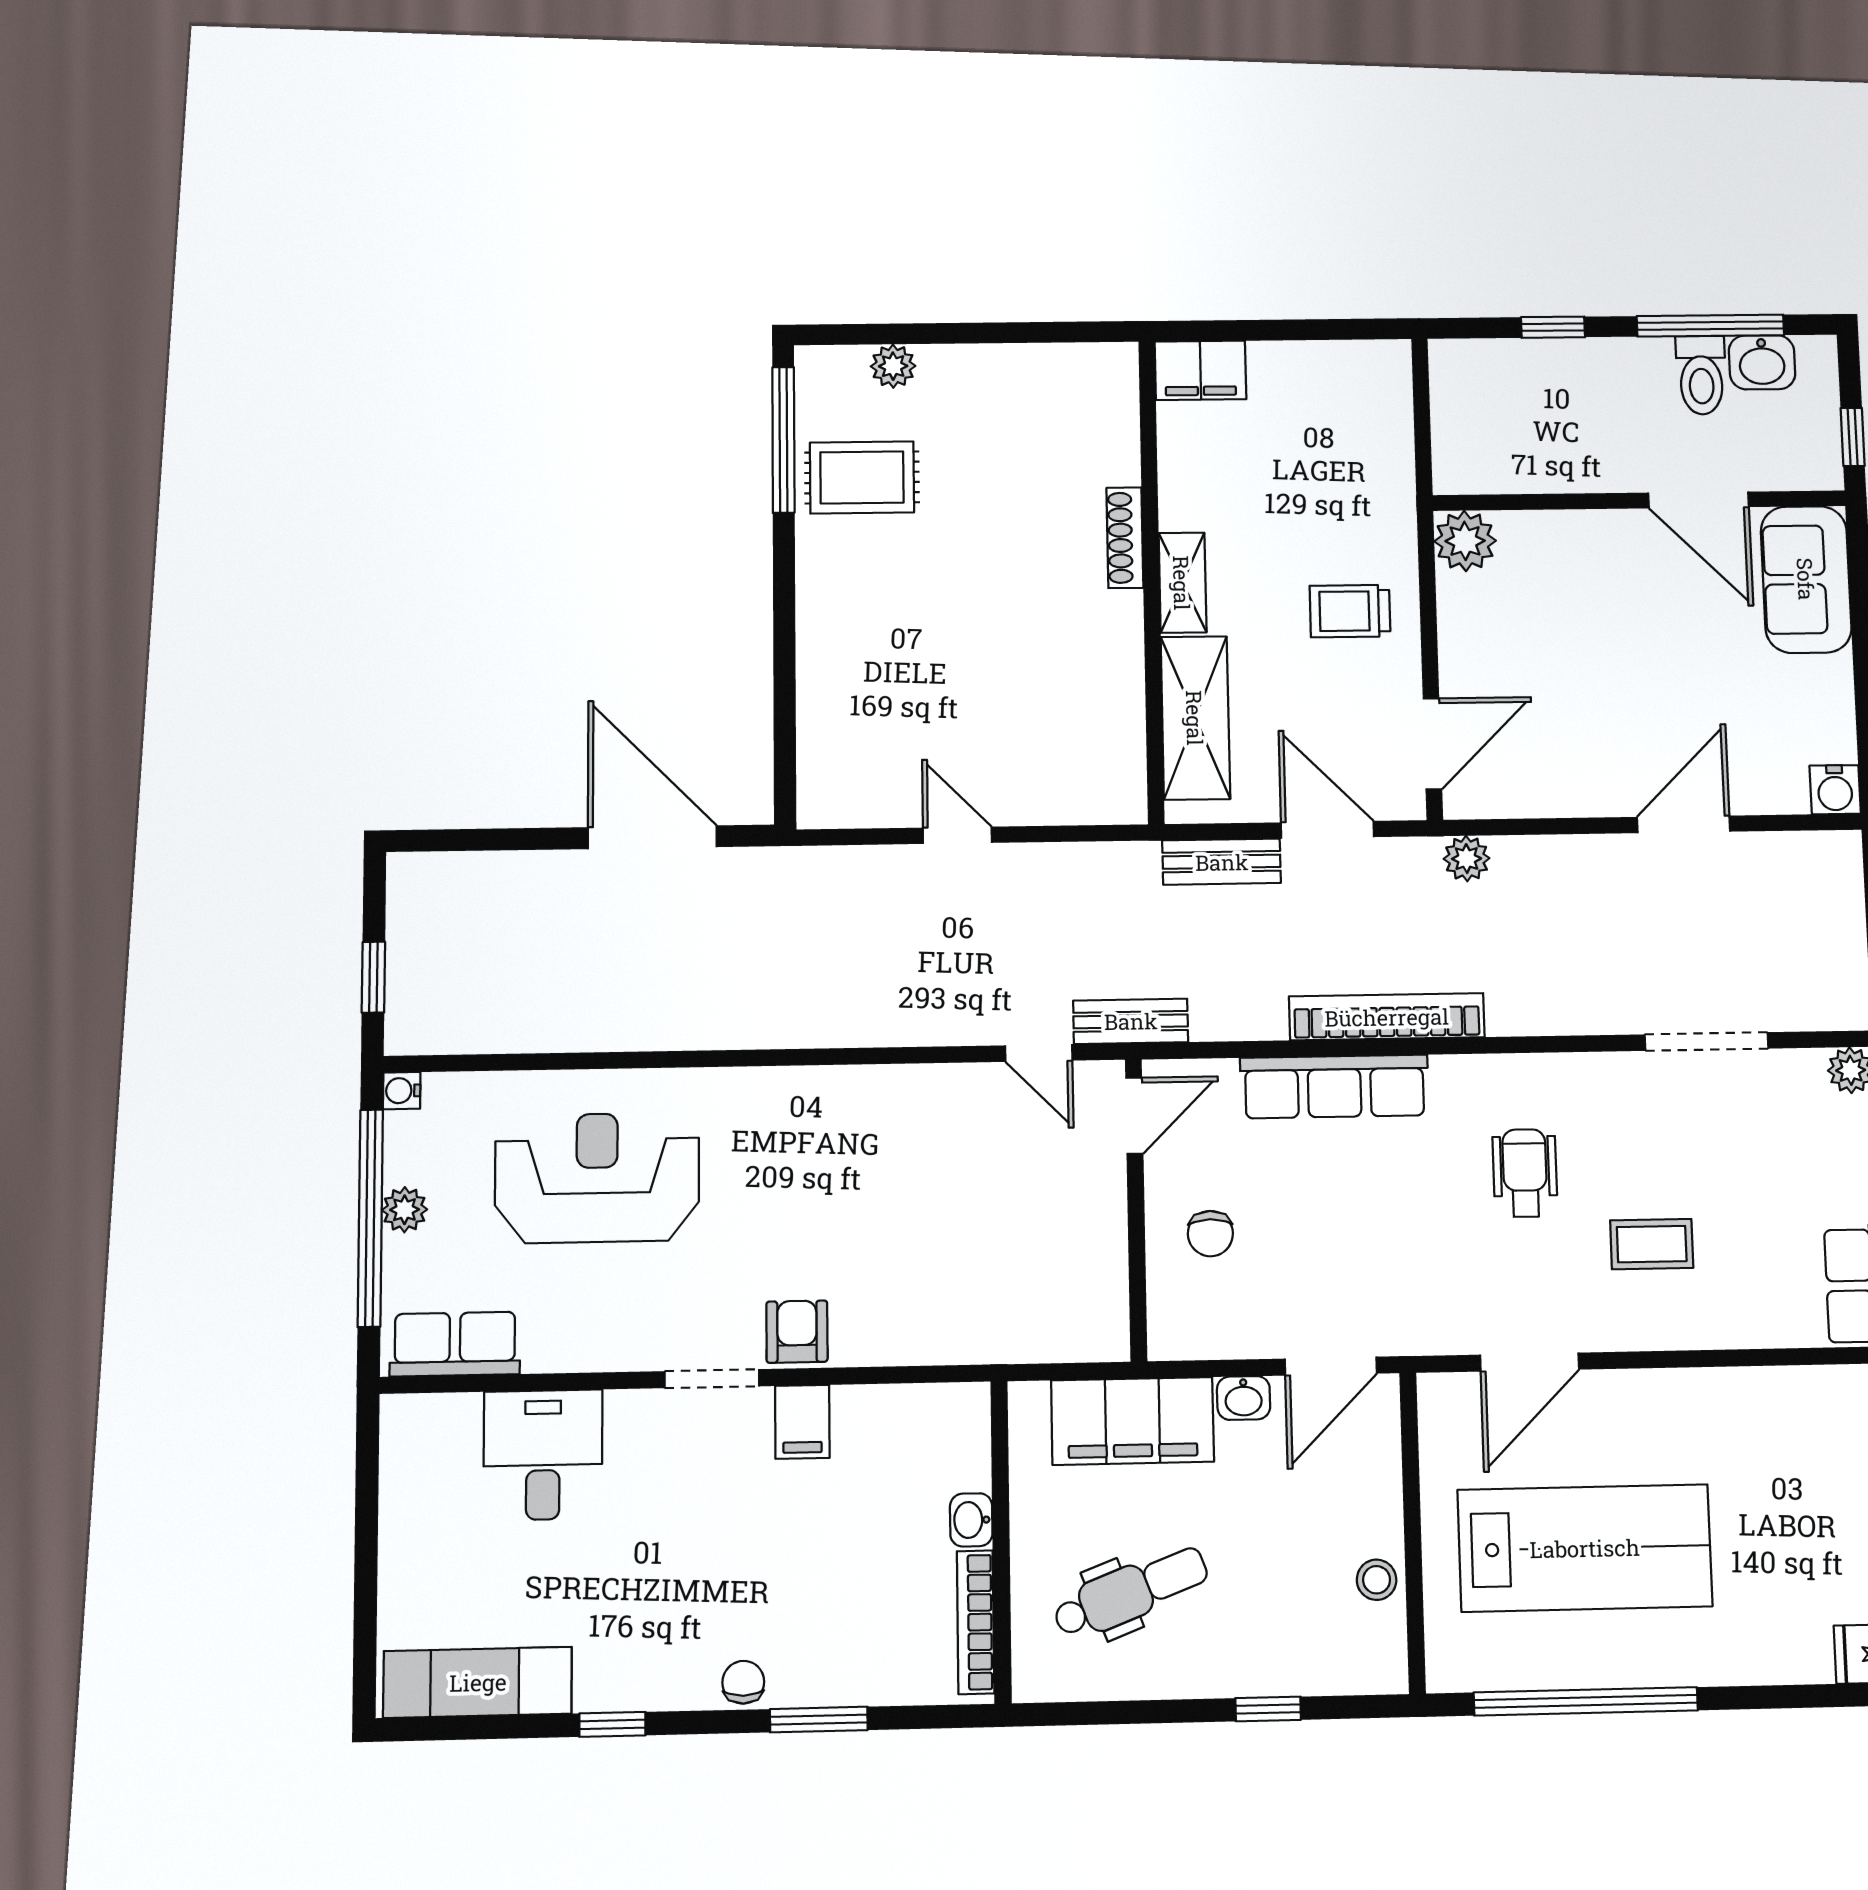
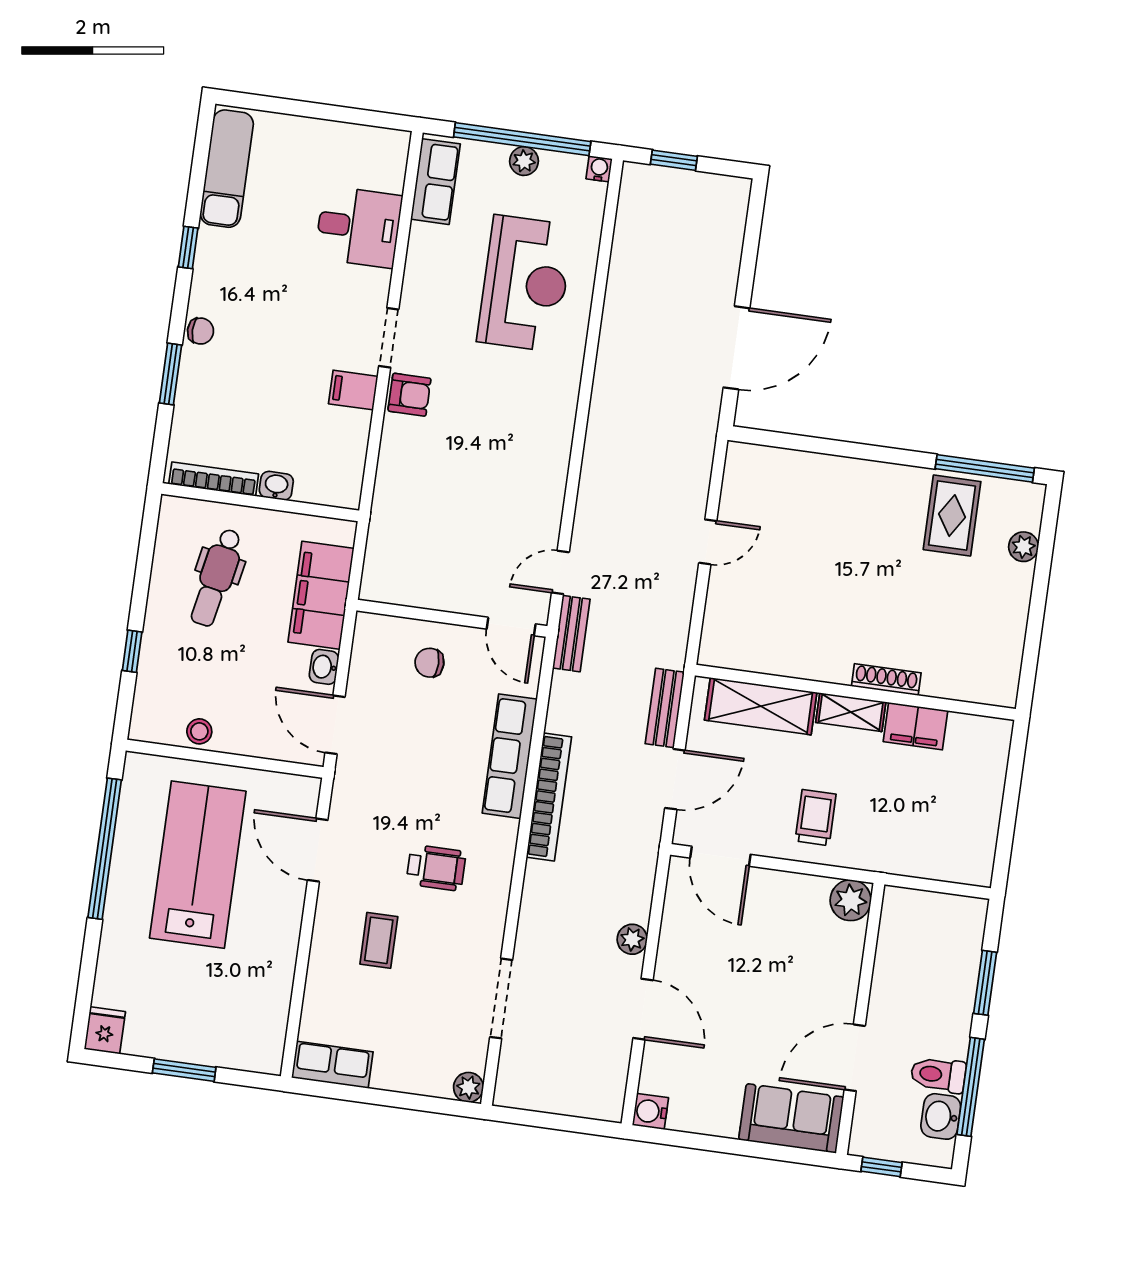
window: (1553, 327) -> (985, 983), width x1.50
filing cabinet: (1200, 370) -> (916, 726), moved, turned -90
plant: (1467, 859) -> (632, 939), moved
lab bench: (1585, 1548) -> (198, 865), turned 180
dental chair: (1130, 1592) -> (216, 578), turned 32

